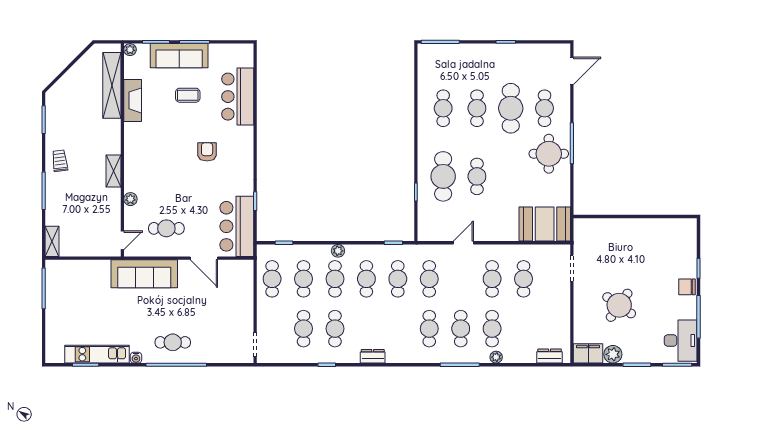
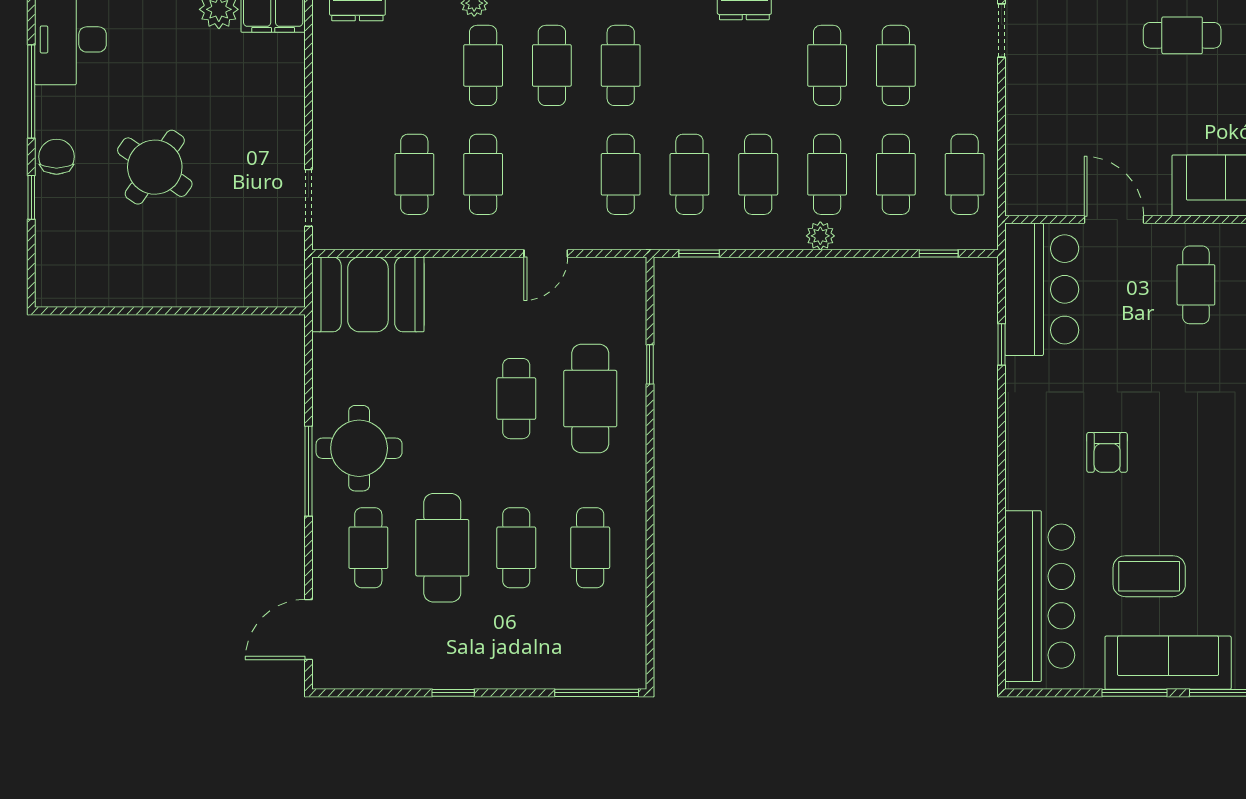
coffee table: (188, 95) -> (1149, 576), width x1.36, depth x1.30
bar counter: (238, 97) -> (1040, 596), width x1.36
cafe table: (166, 228) -> (1196, 285), turned 90
chair: (687, 287) -> (57, 157), turned -90
round table: (619, 305) -> (155, 167), moved

